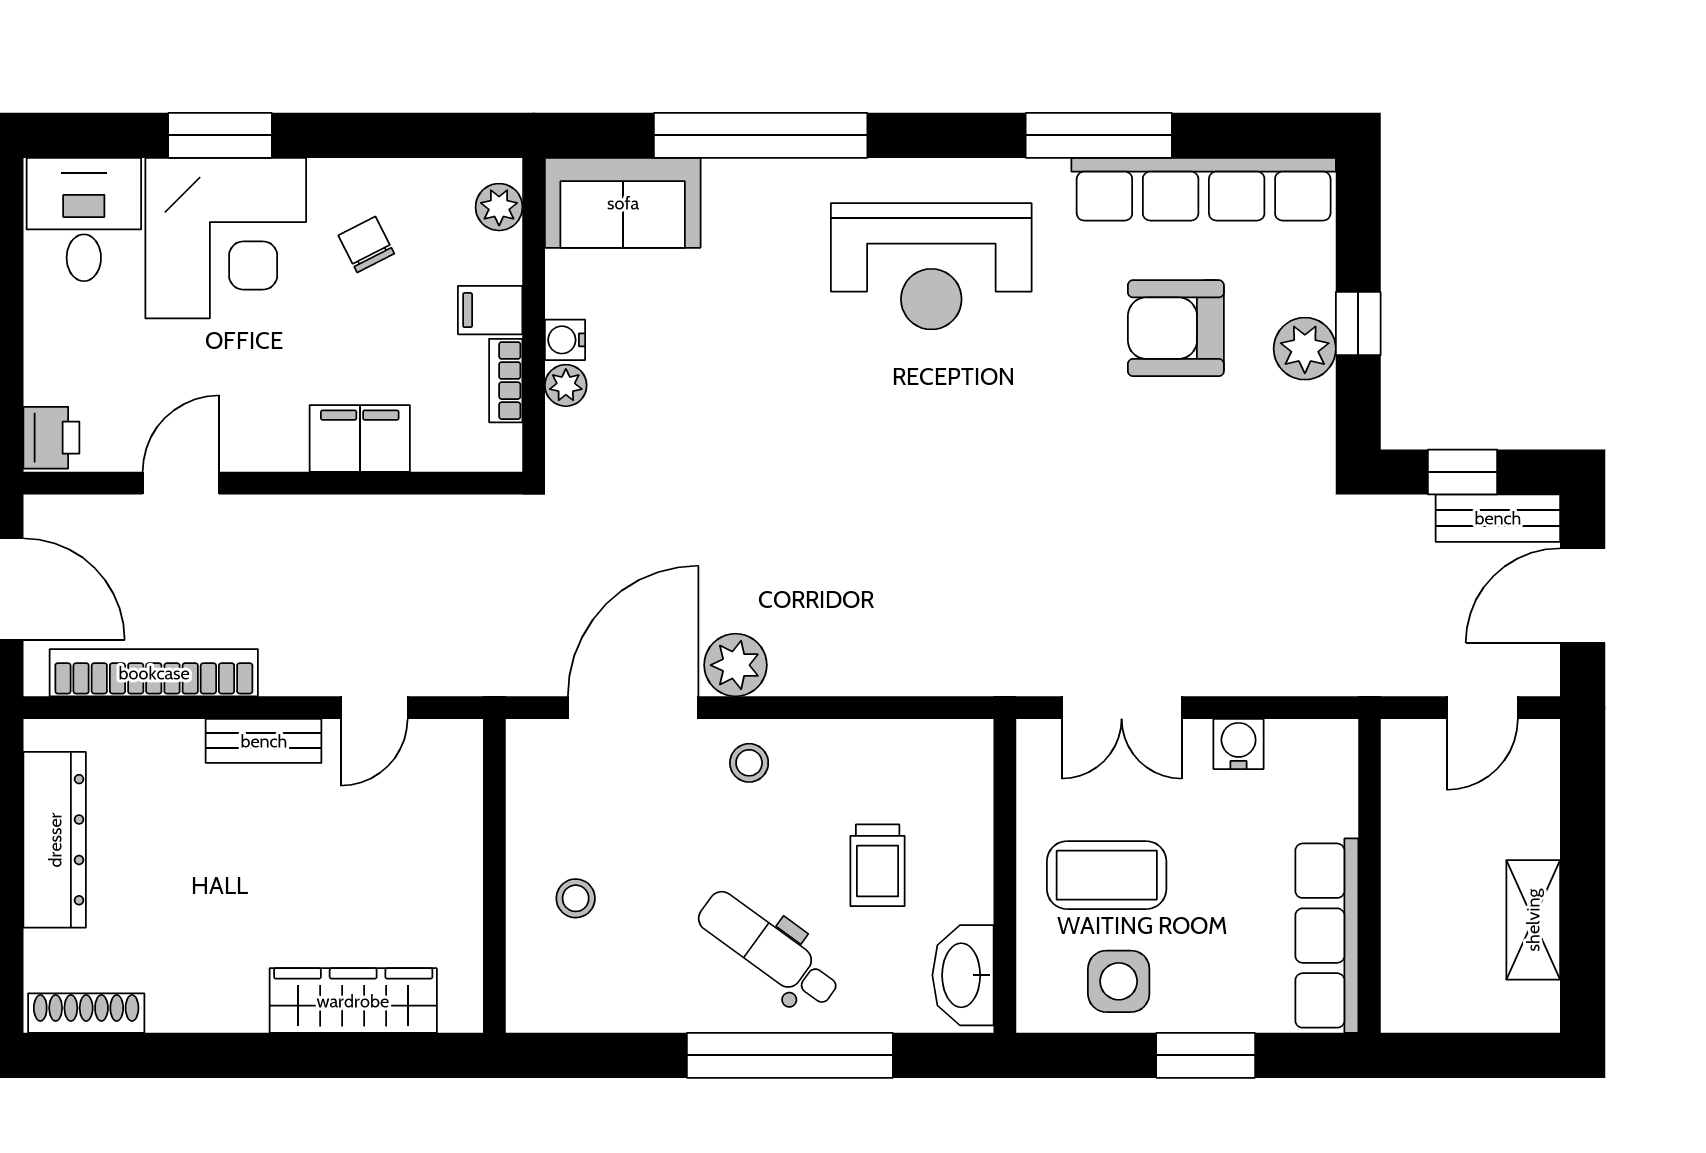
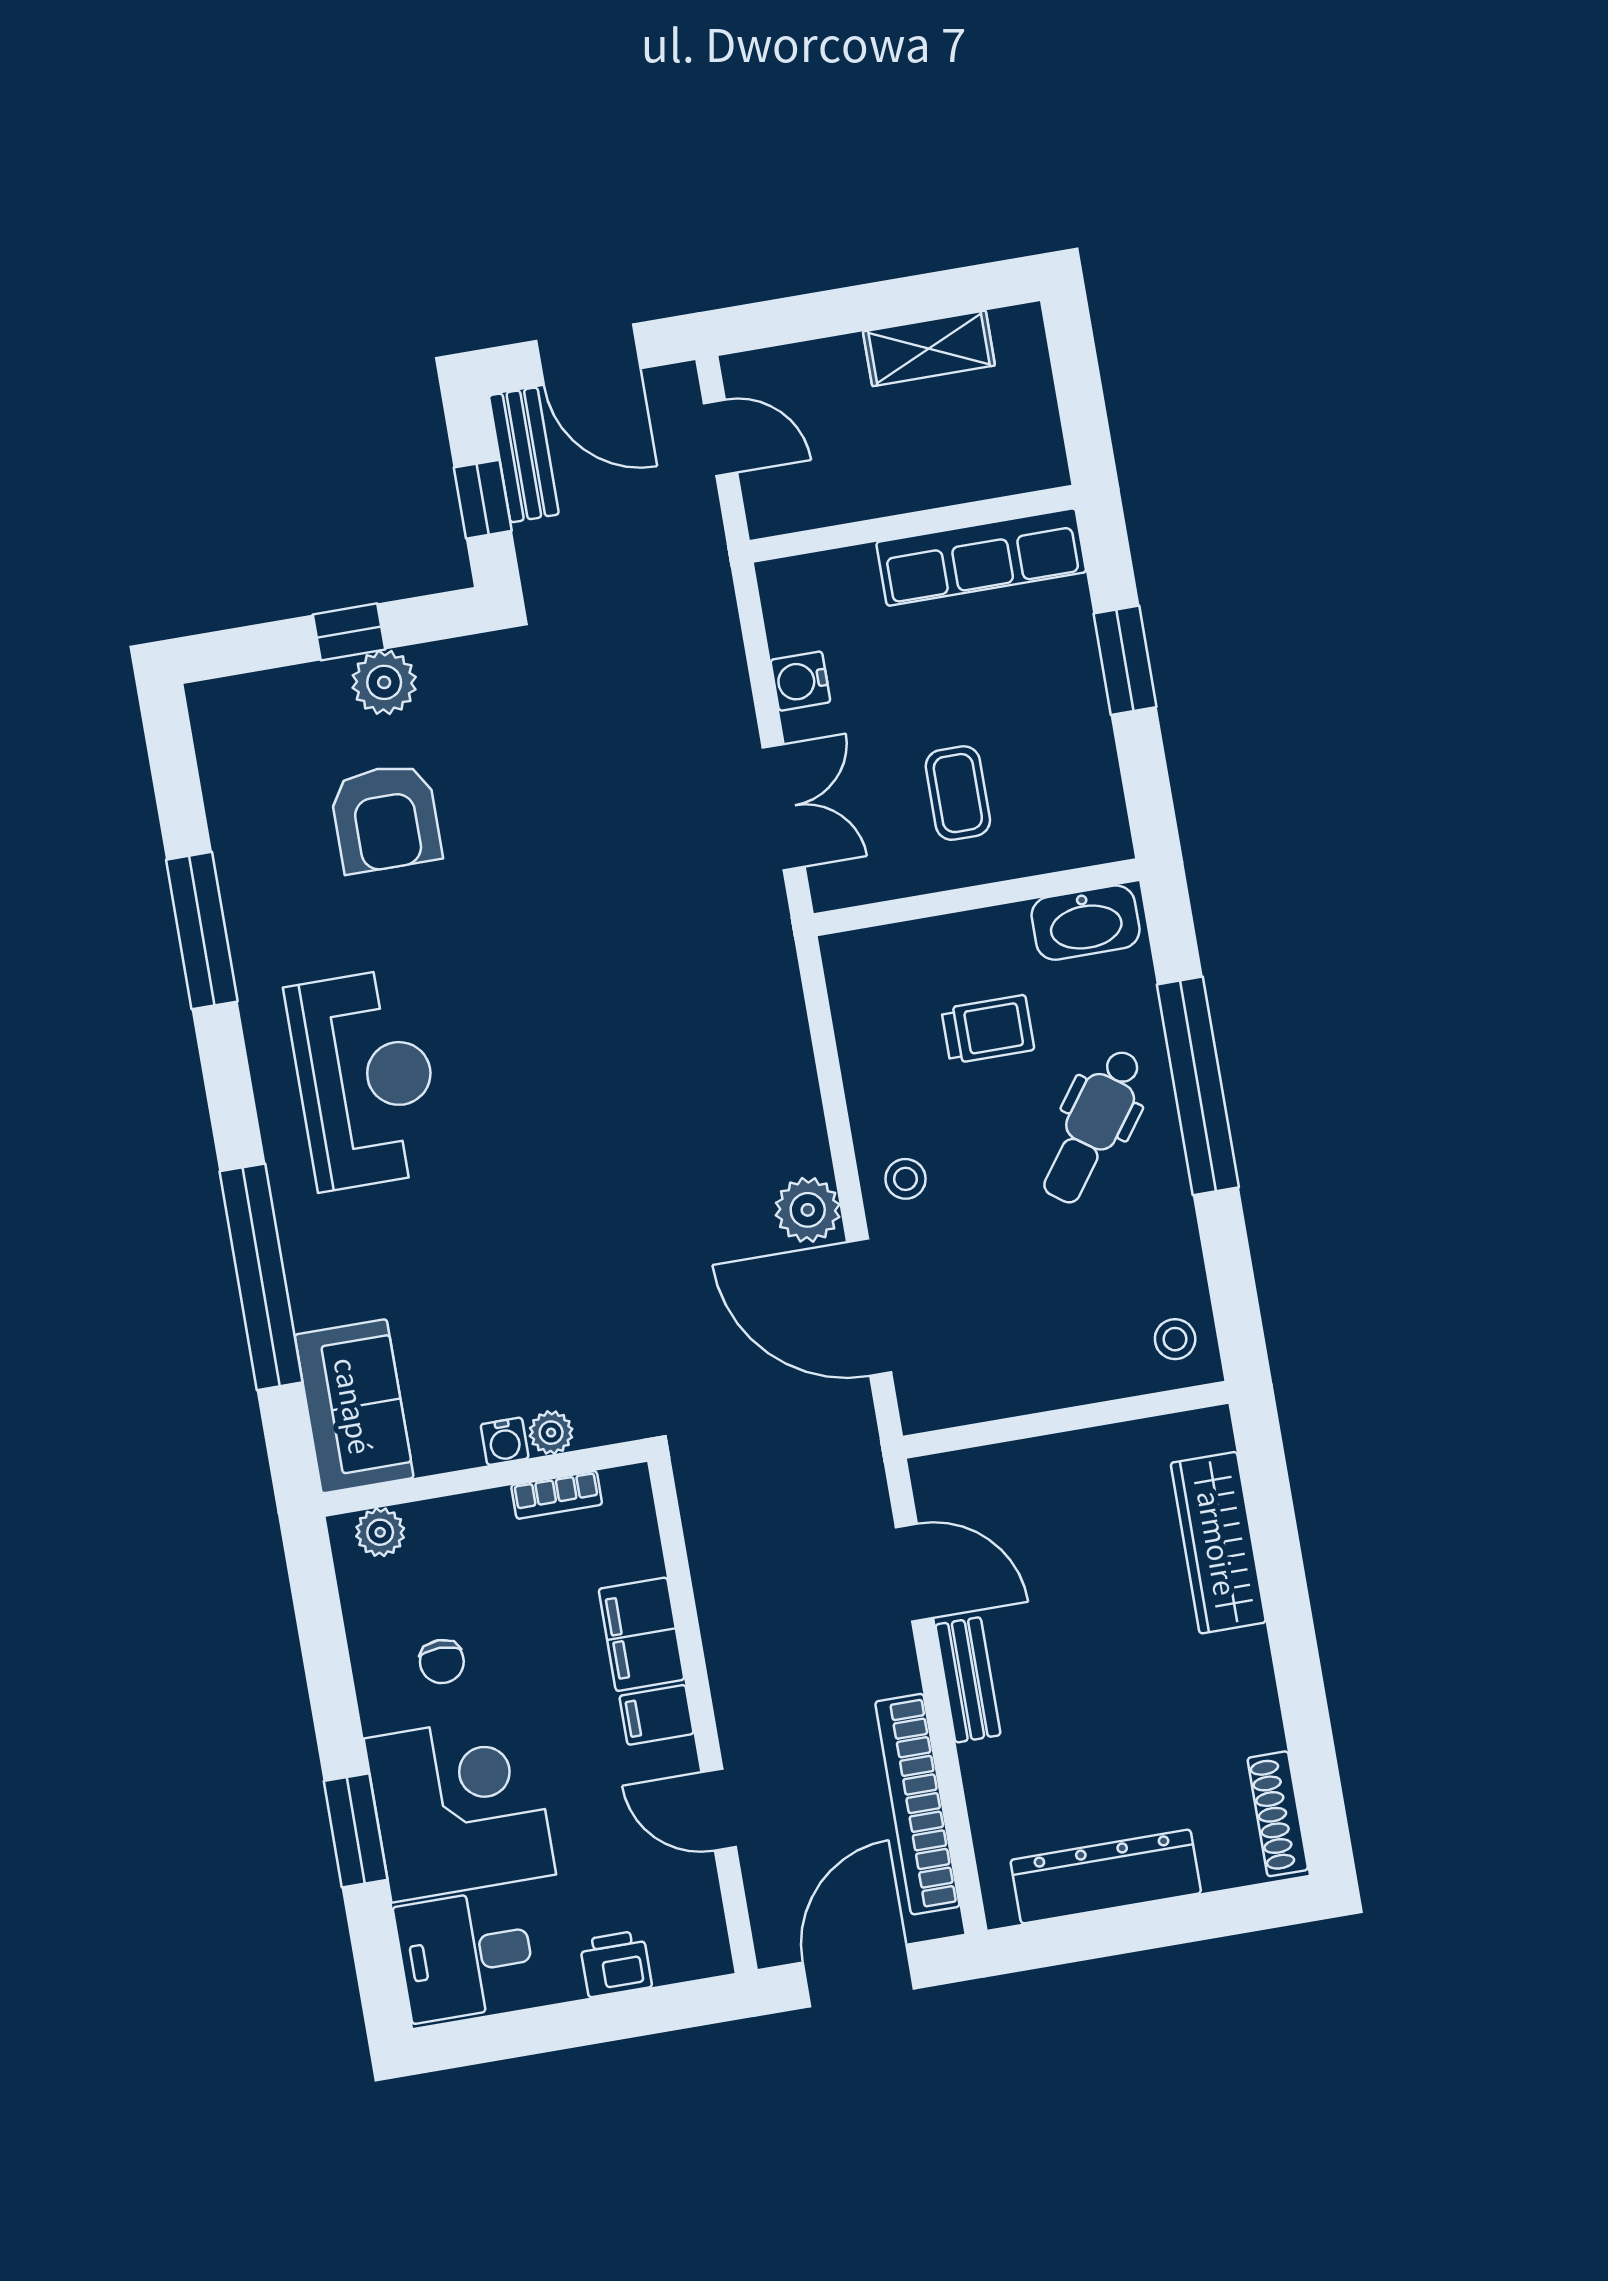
row of seats: (1204, 189) -> (239, 814), removed
chair: (366, 245) -> (442, 1662), turned -63
filing cabinet: (490, 310) -> (657, 1715), moved, turned 90
printer: (51, 438) -> (616, 1964), moved
door: (374, 708) -> (914, 1572), width x1.38
coffee table: (1107, 875) -> (958, 793), width x0.73, depth x0.77
stool: (576, 898) -> (1175, 1339), moved
side table: (1119, 981) -> (1064, 762), removed

